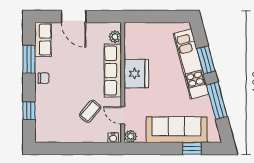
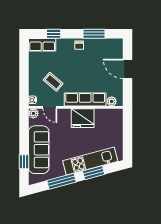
door: (74, 17) -> (128, 69), hinge flipped
row of seats: (43, 40) -> (42, 45), moved
door: (123, 115) -> (50, 107), swing flipped

